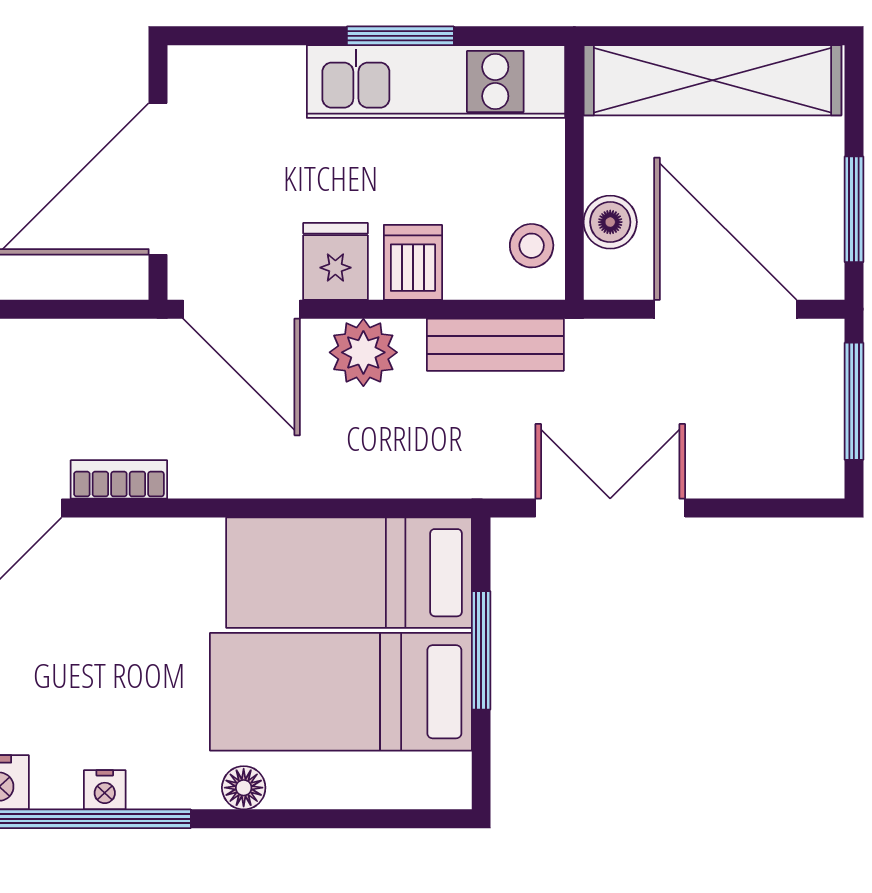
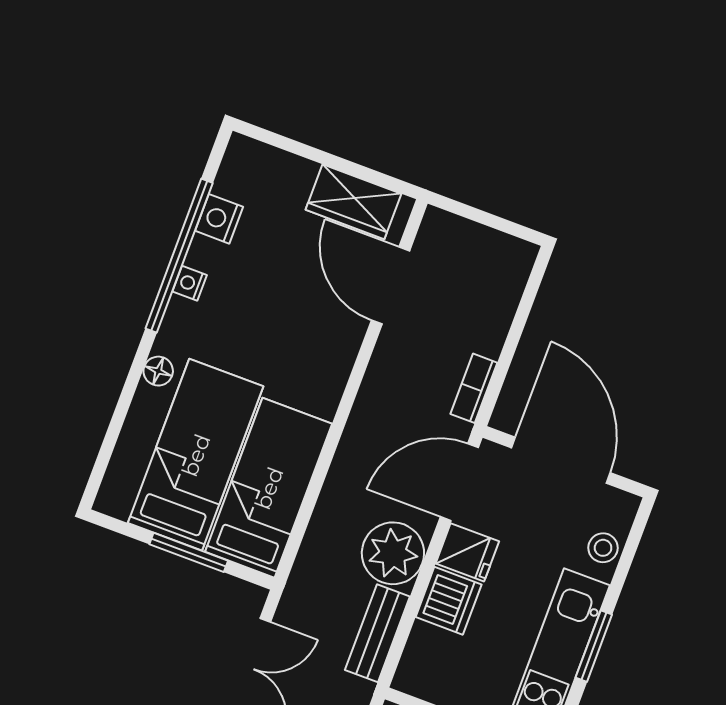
stool: (532, 246) -> (603, 548), moved
dishwasher: (413, 262) -> (449, 601), width x1.38
plant: (363, 352) -> (393, 553), width x1.36, depth x1.36
bookcase: (119, 479) -> (474, 388), moved, turned 180

